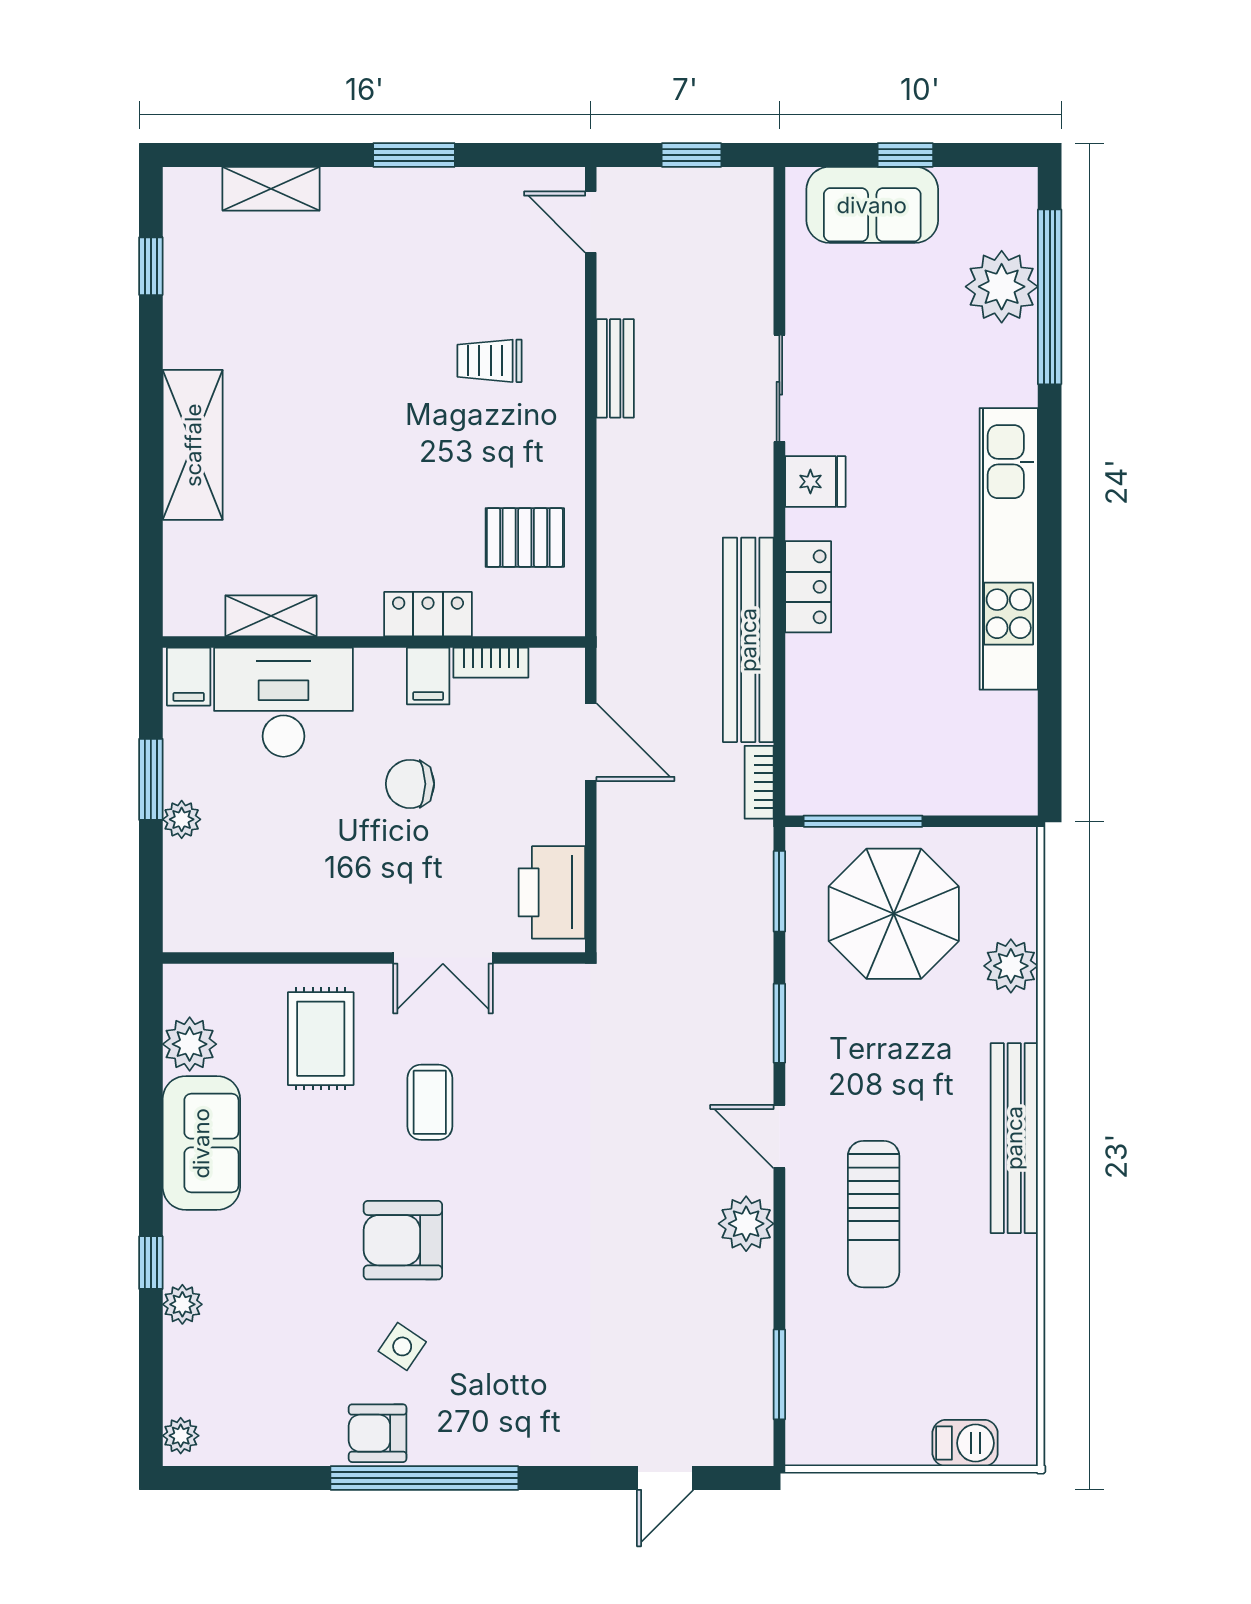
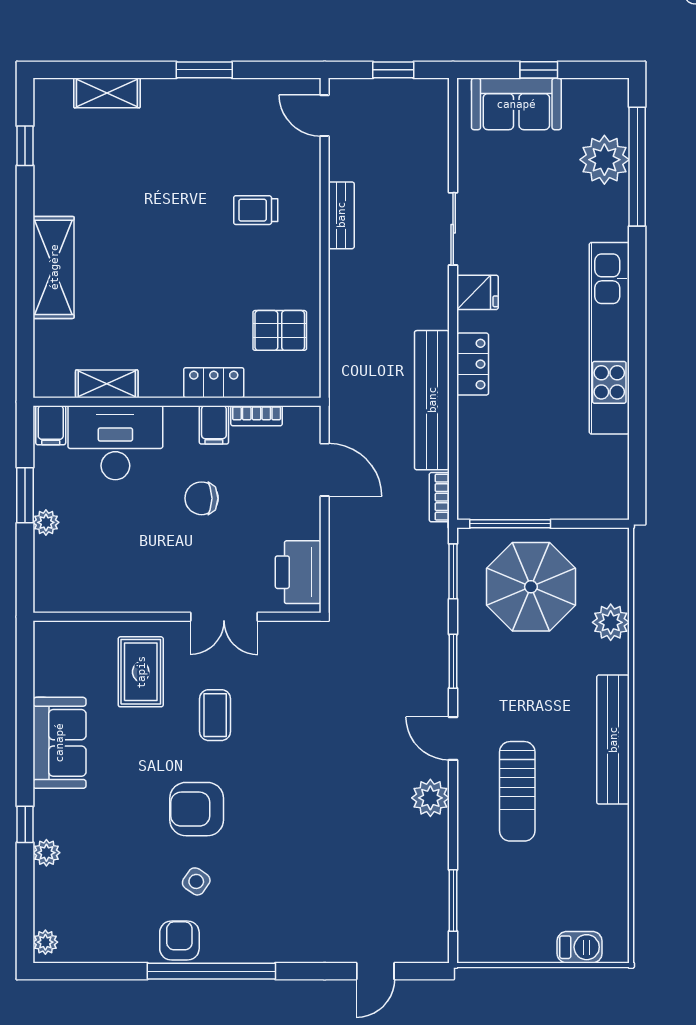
plant: (190, 1044) -> (51, 675), removed
armchair: (378, 1433) -> (179, 940), turned 90

